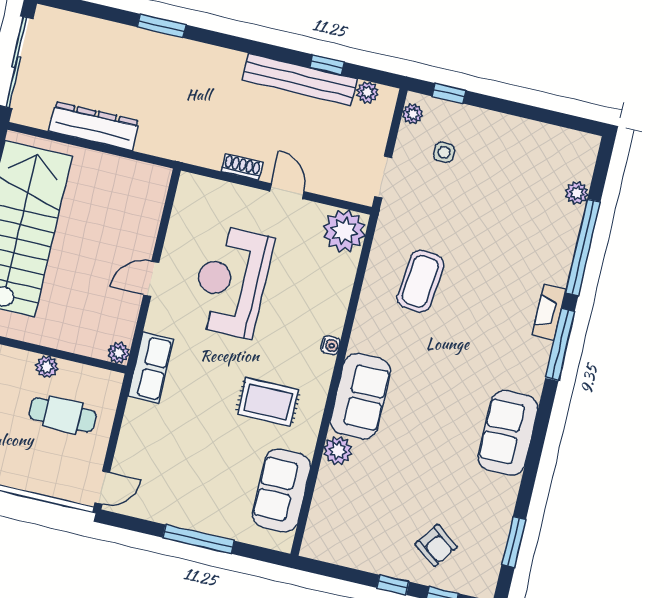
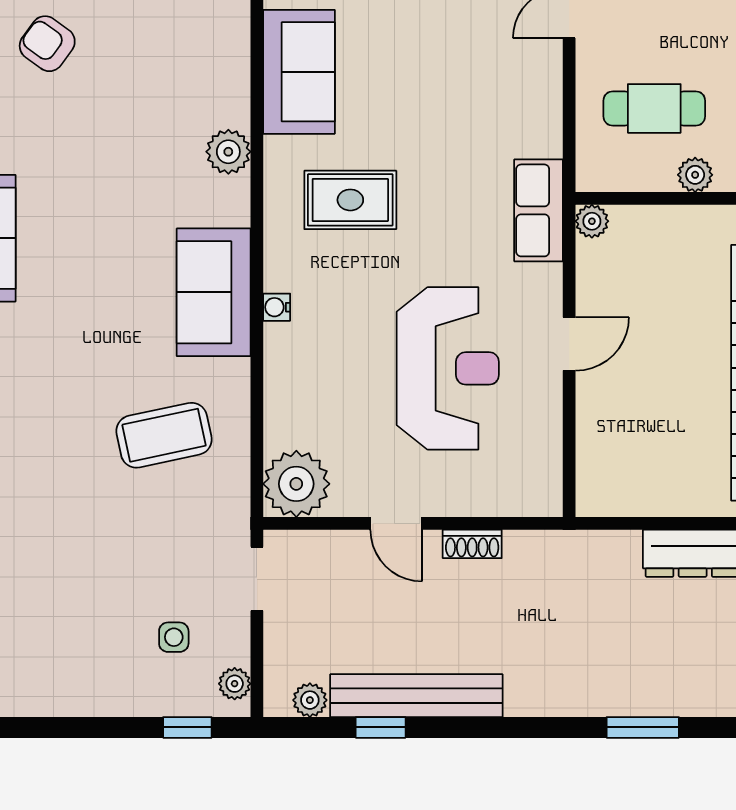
coffee table: (420, 281) -> (164, 435), turned 72
sofa: (360, 396) -> (214, 292), moved

